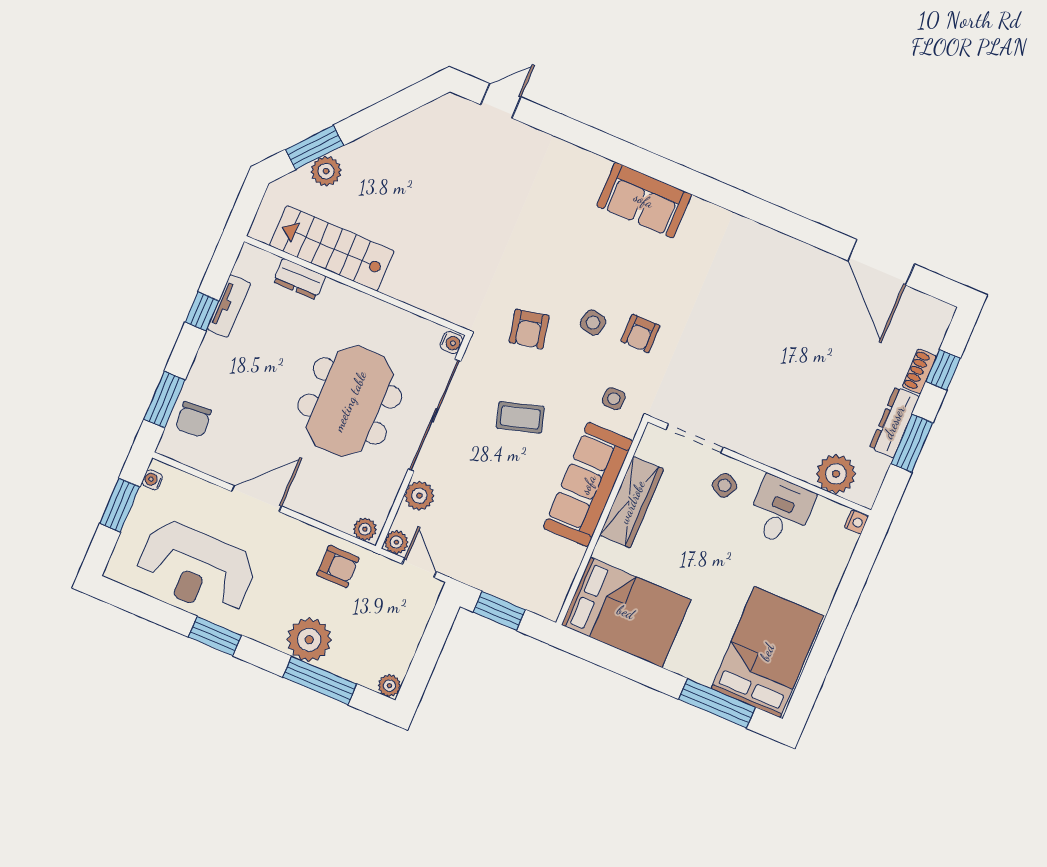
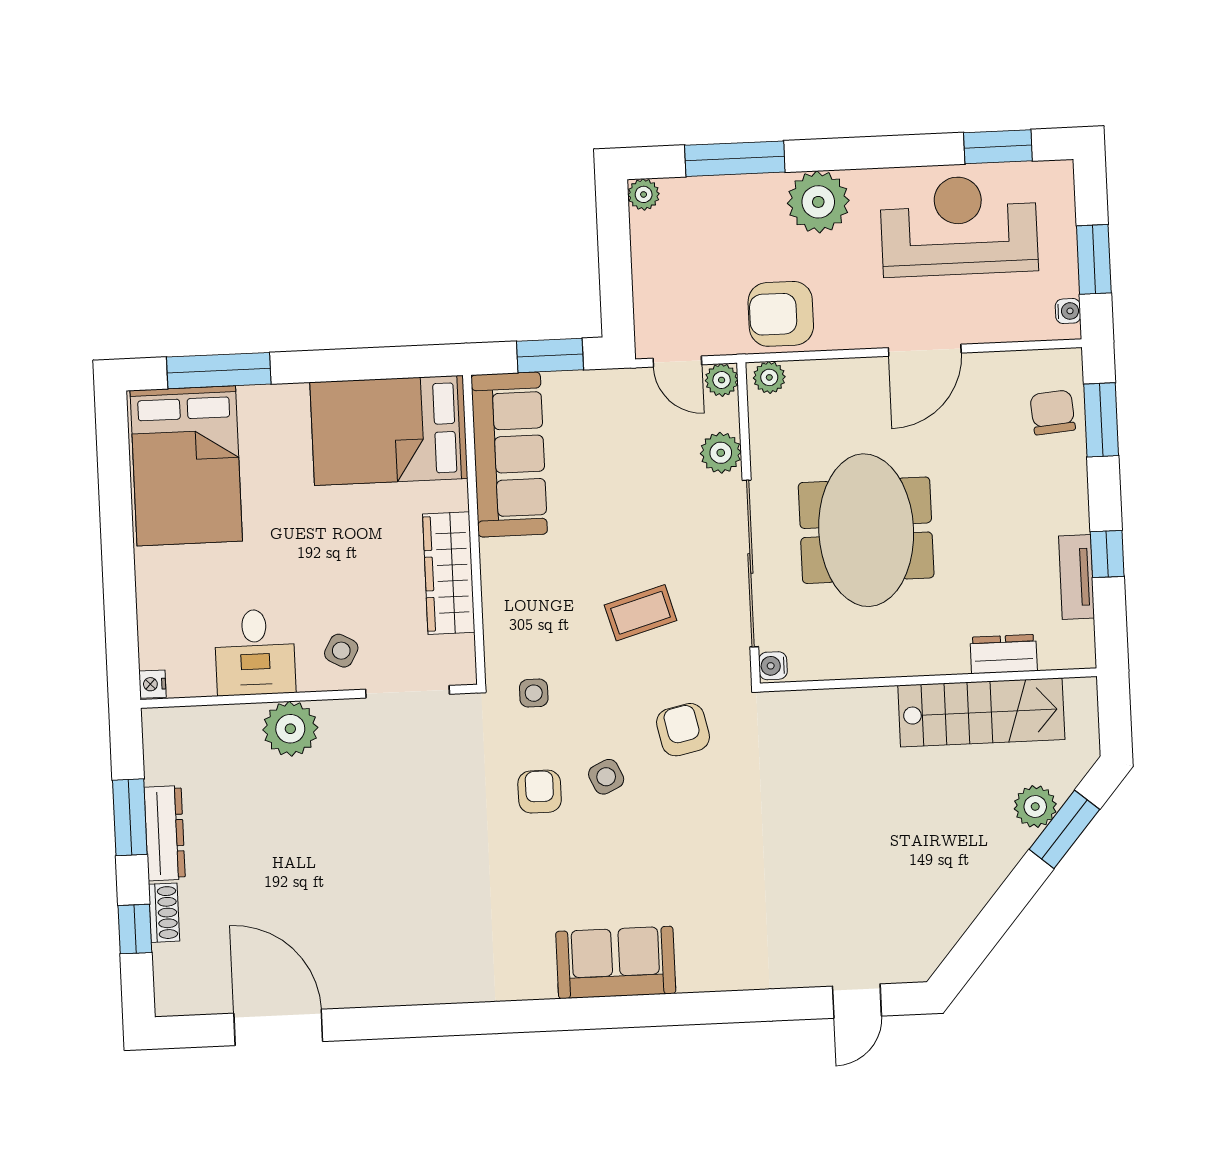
side table: (593, 323) -> (606, 777), turned -38
plant: (836, 474) -> (290, 729), moved
sofa: (588, 484) -> (509, 455), moved
armchair: (338, 566) -> (781, 314), width x1.38, depth x1.38
window: (215, 636) -> (998, 147), moved
plant: (309, 640) -> (818, 202), moved

